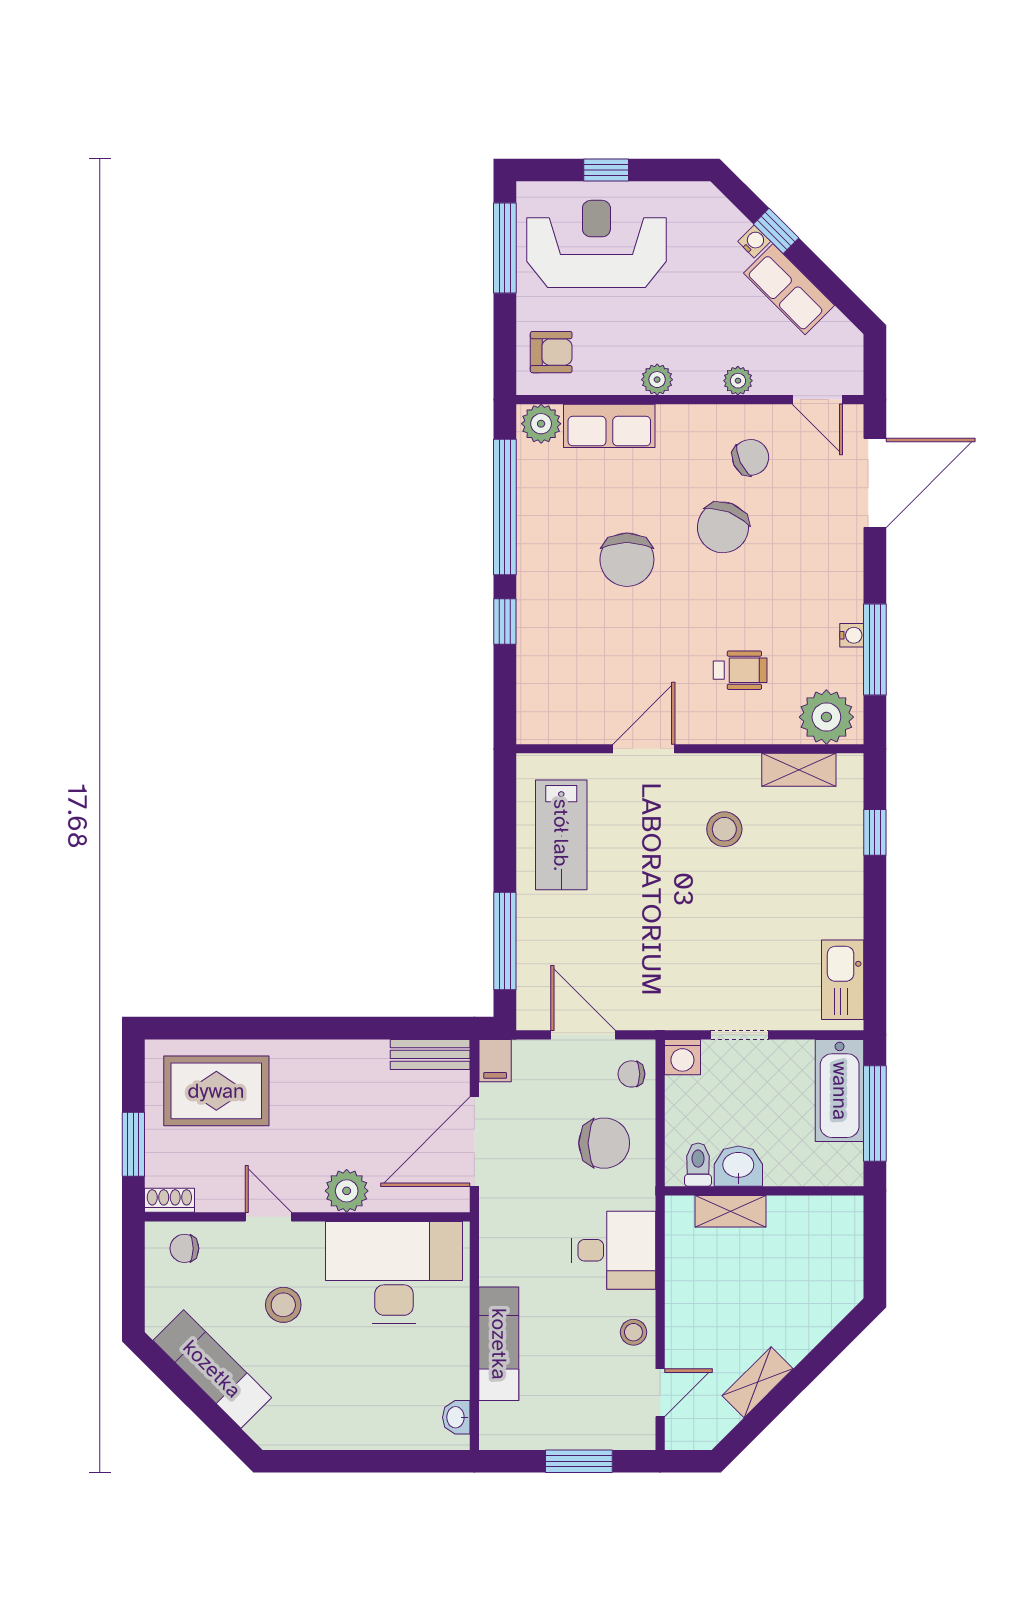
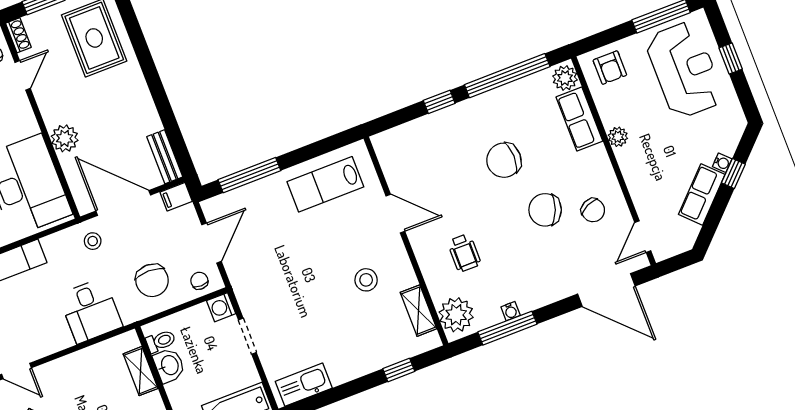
plant: (738, 381) -> (636, 185), removed
door: (268, 1217) -> (23, 75), moved
stool: (633, 1332) -> (93, 241), moved

